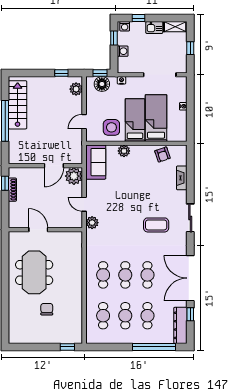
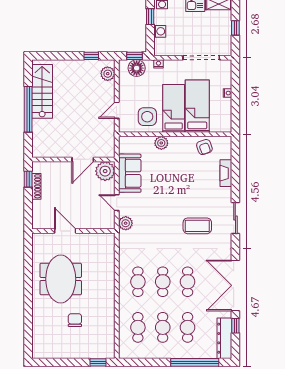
sofa: (96, 162) -> (130, 173), moved

